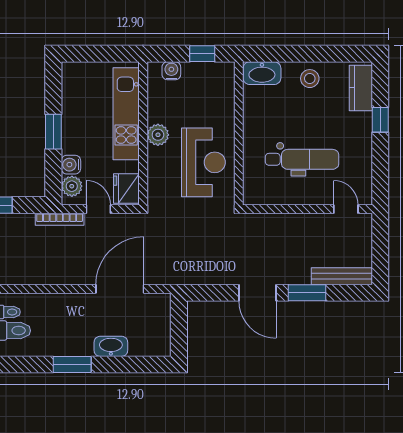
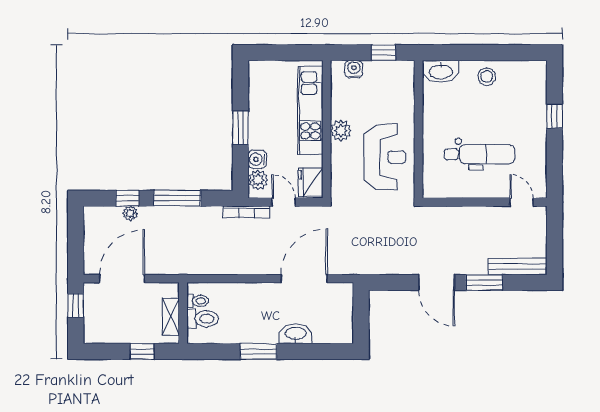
kitchen counter: (361, 88) -> (536, 86), removed

